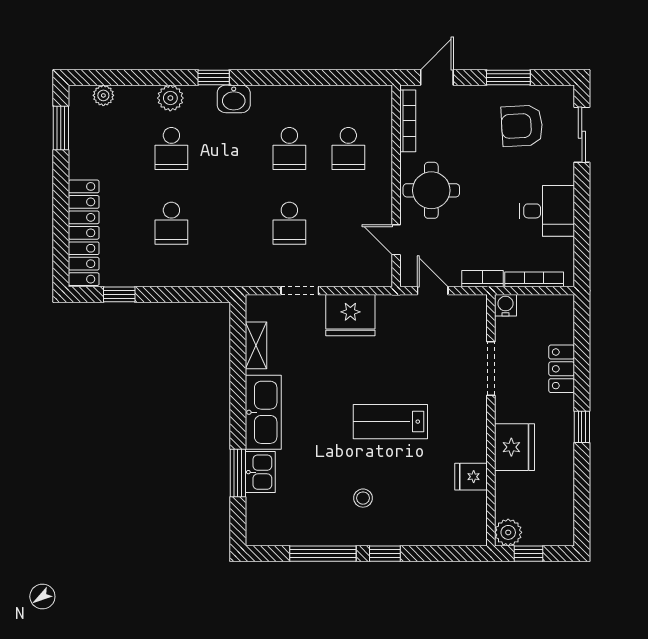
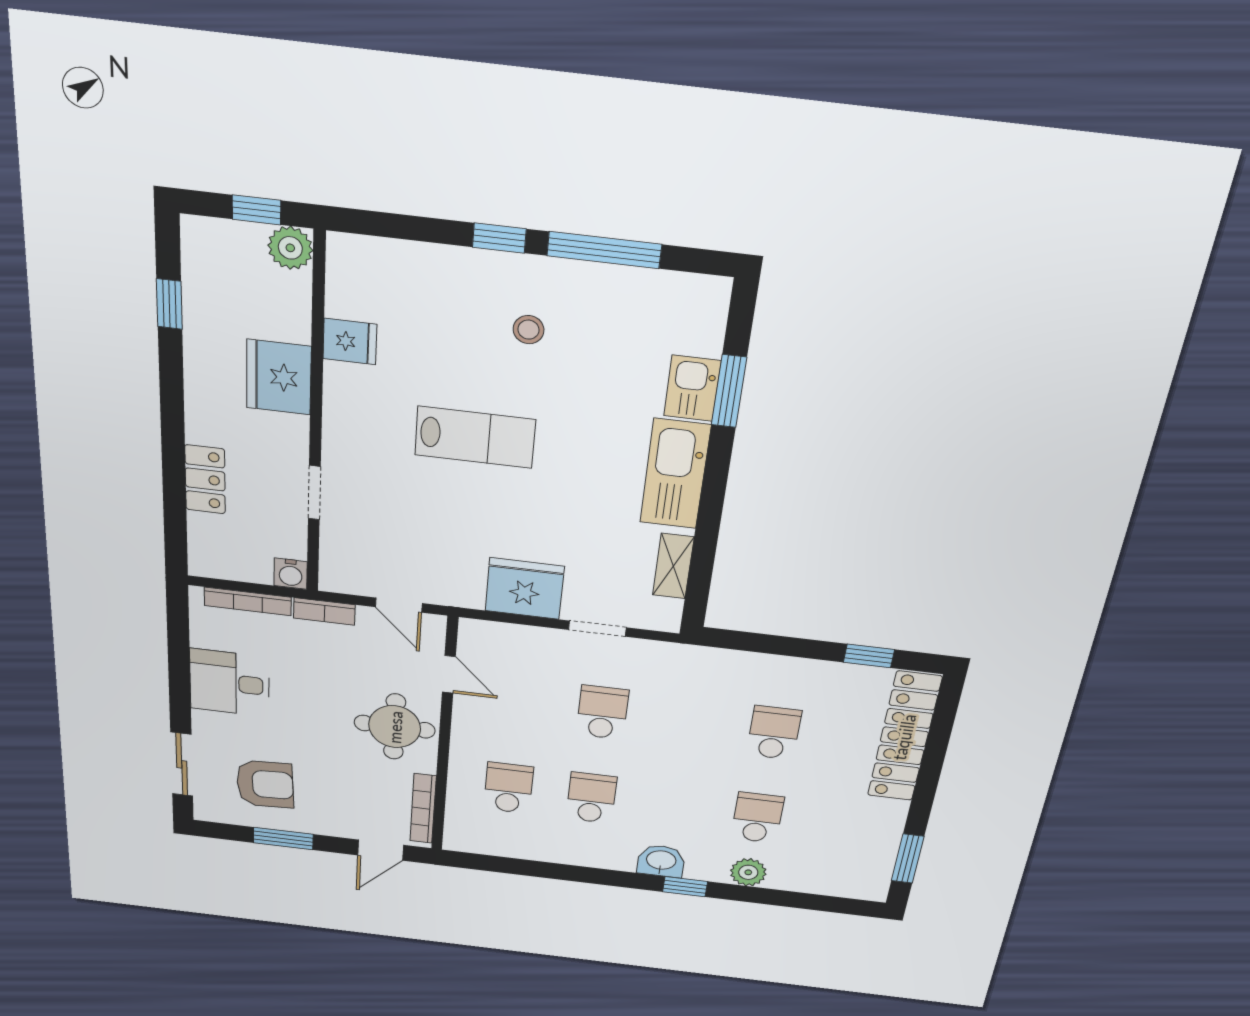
plant: (103, 95) -> (840, 886), removed
doorway: (491, 368) -> (314, 493), width x0.73
window: (582, 427) -> (169, 304), moved

